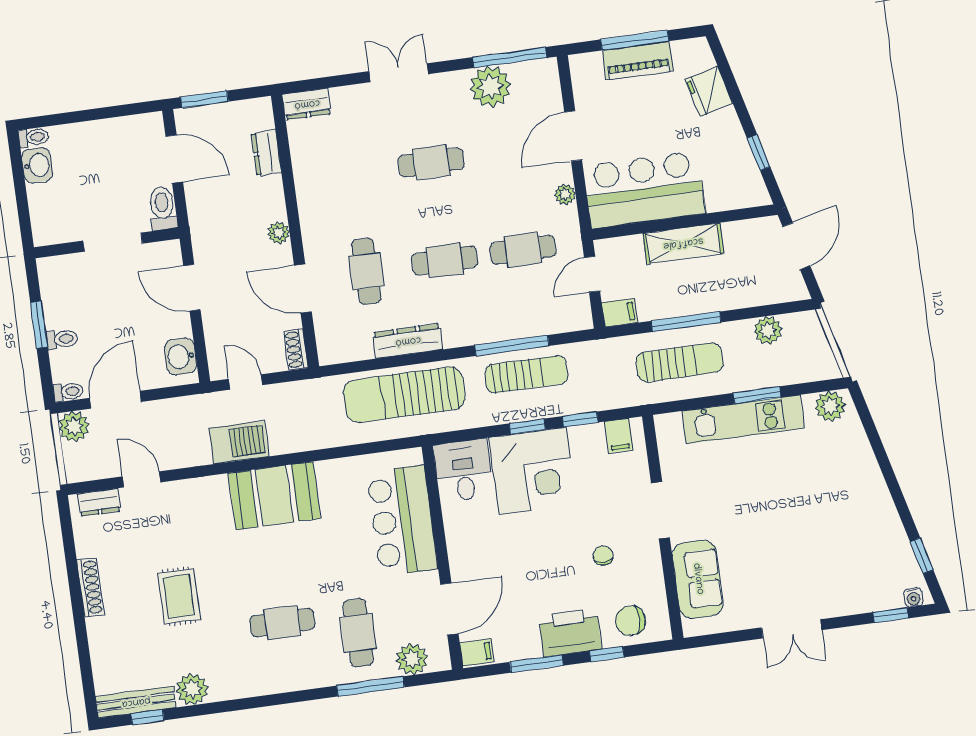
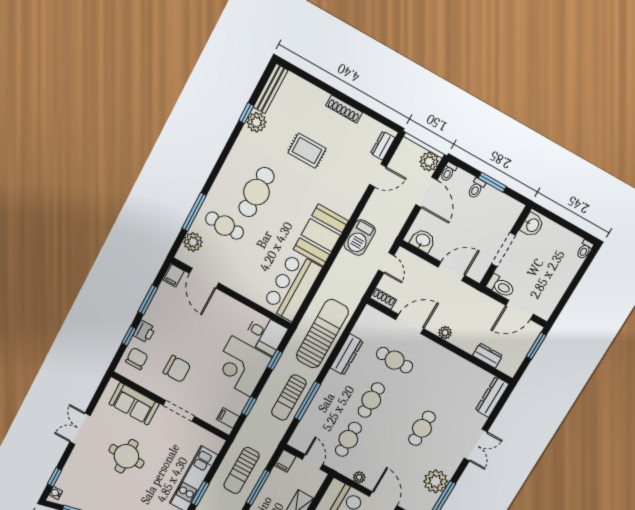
dresser: (307, 104) -> (492, 397), width x1.44
washbasin: (37, 165) -> (532, 225), moved, turned -90
door: (246, 382) -> (386, 263), hinge flipped
window: (527, 427) -> (275, 360), moved
bar counter: (402, 521) -> (292, 286), moved, turned -90
round table: (782, 536) -> (126, 456), added
chair: (603, 556) -> (177, 369), width x1.87, depth x1.87
cafe table: (282, 623) -> (256, 192), width x1.37, depth x1.35
printer: (570, 632) -> (144, 332), width x0.53, depth x0.68
window: (147, 717) -> (246, 113), moved

